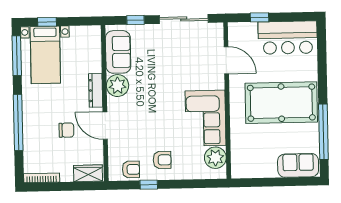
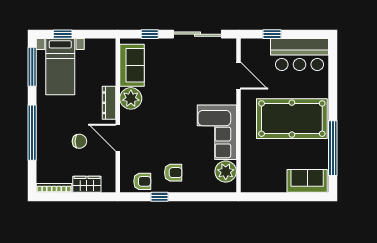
wardrobe: (88, 173) -> (87, 184), moved

